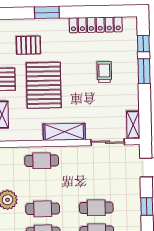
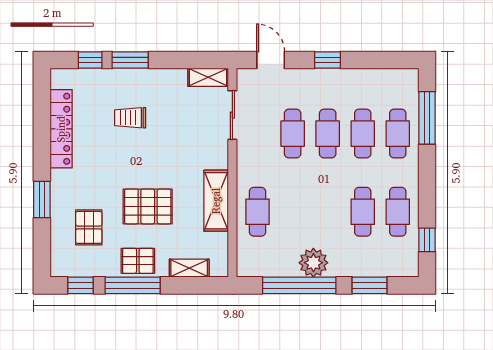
pallet: (44, 85) -> (148, 206), width x0.73, depth x0.71
shelving: (64, 132) -> (216, 201), moved
cafe table: (43, 209) -> (293, 134), moved

